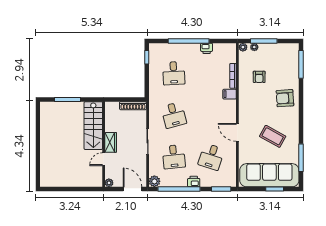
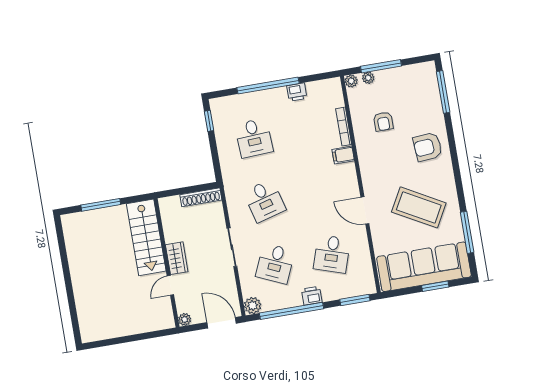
coffee table: (273, 136) -> (419, 207), width x1.36, depth x1.32
desk: (174, 157) -> (275, 264), turned 30

